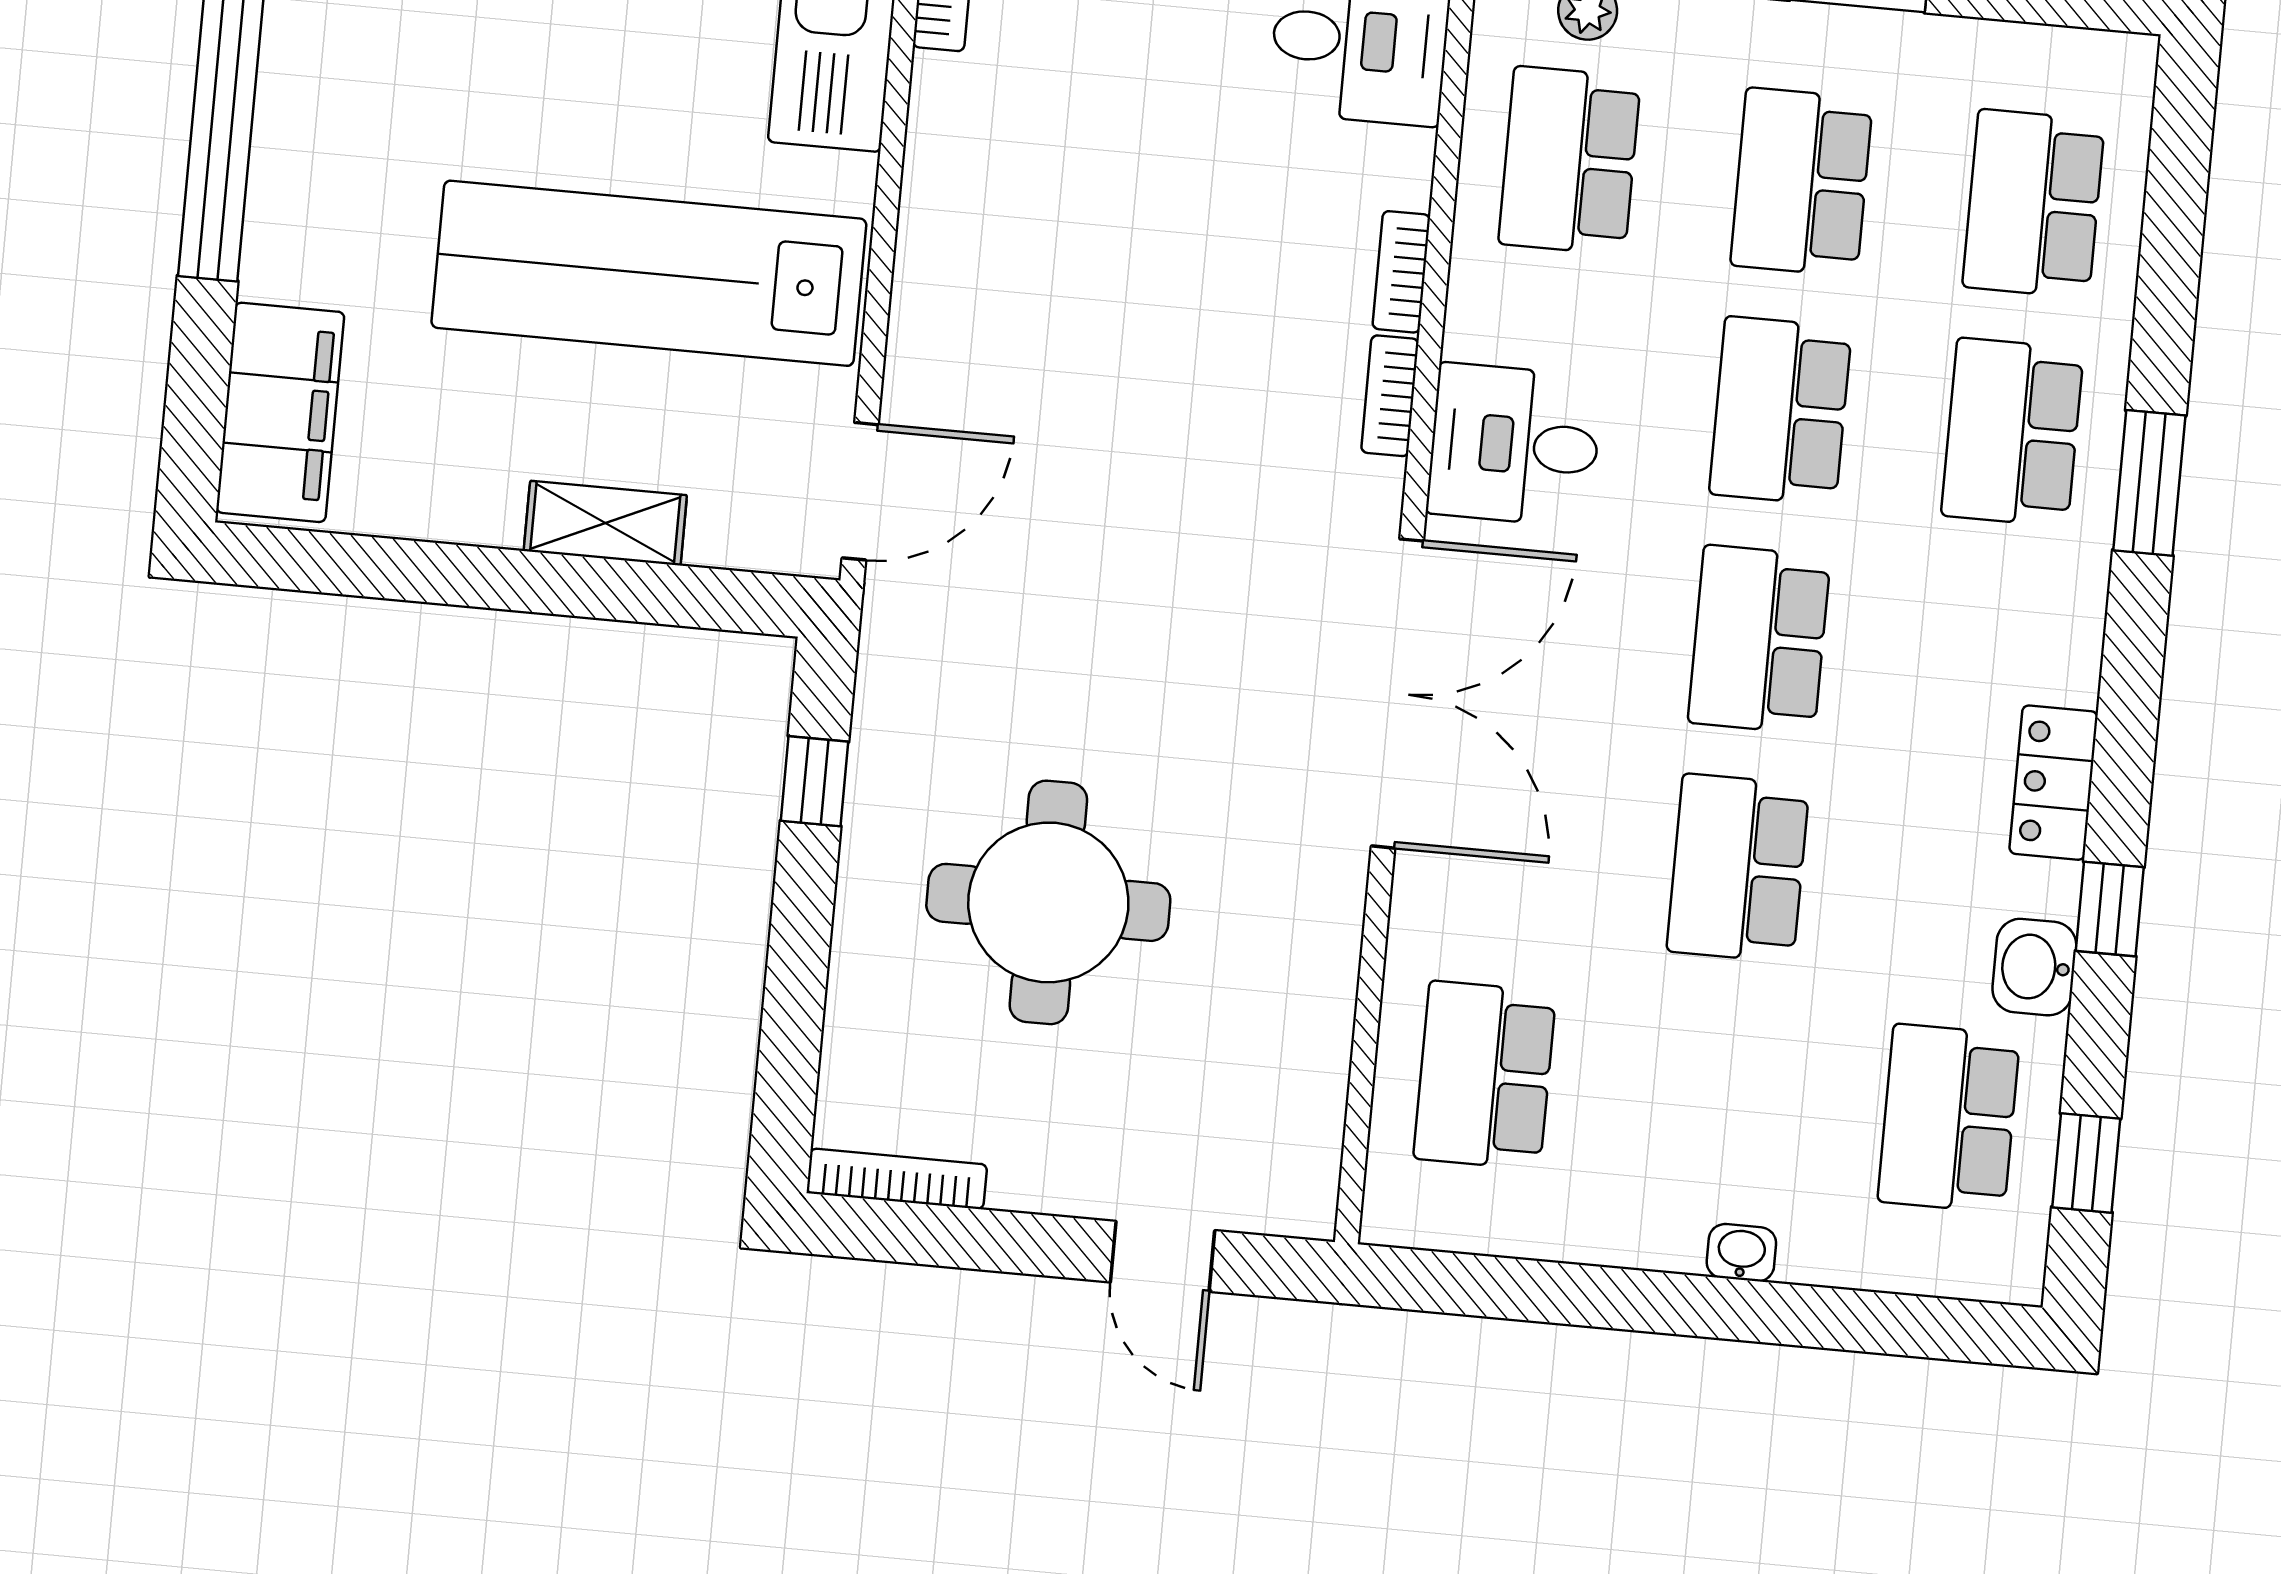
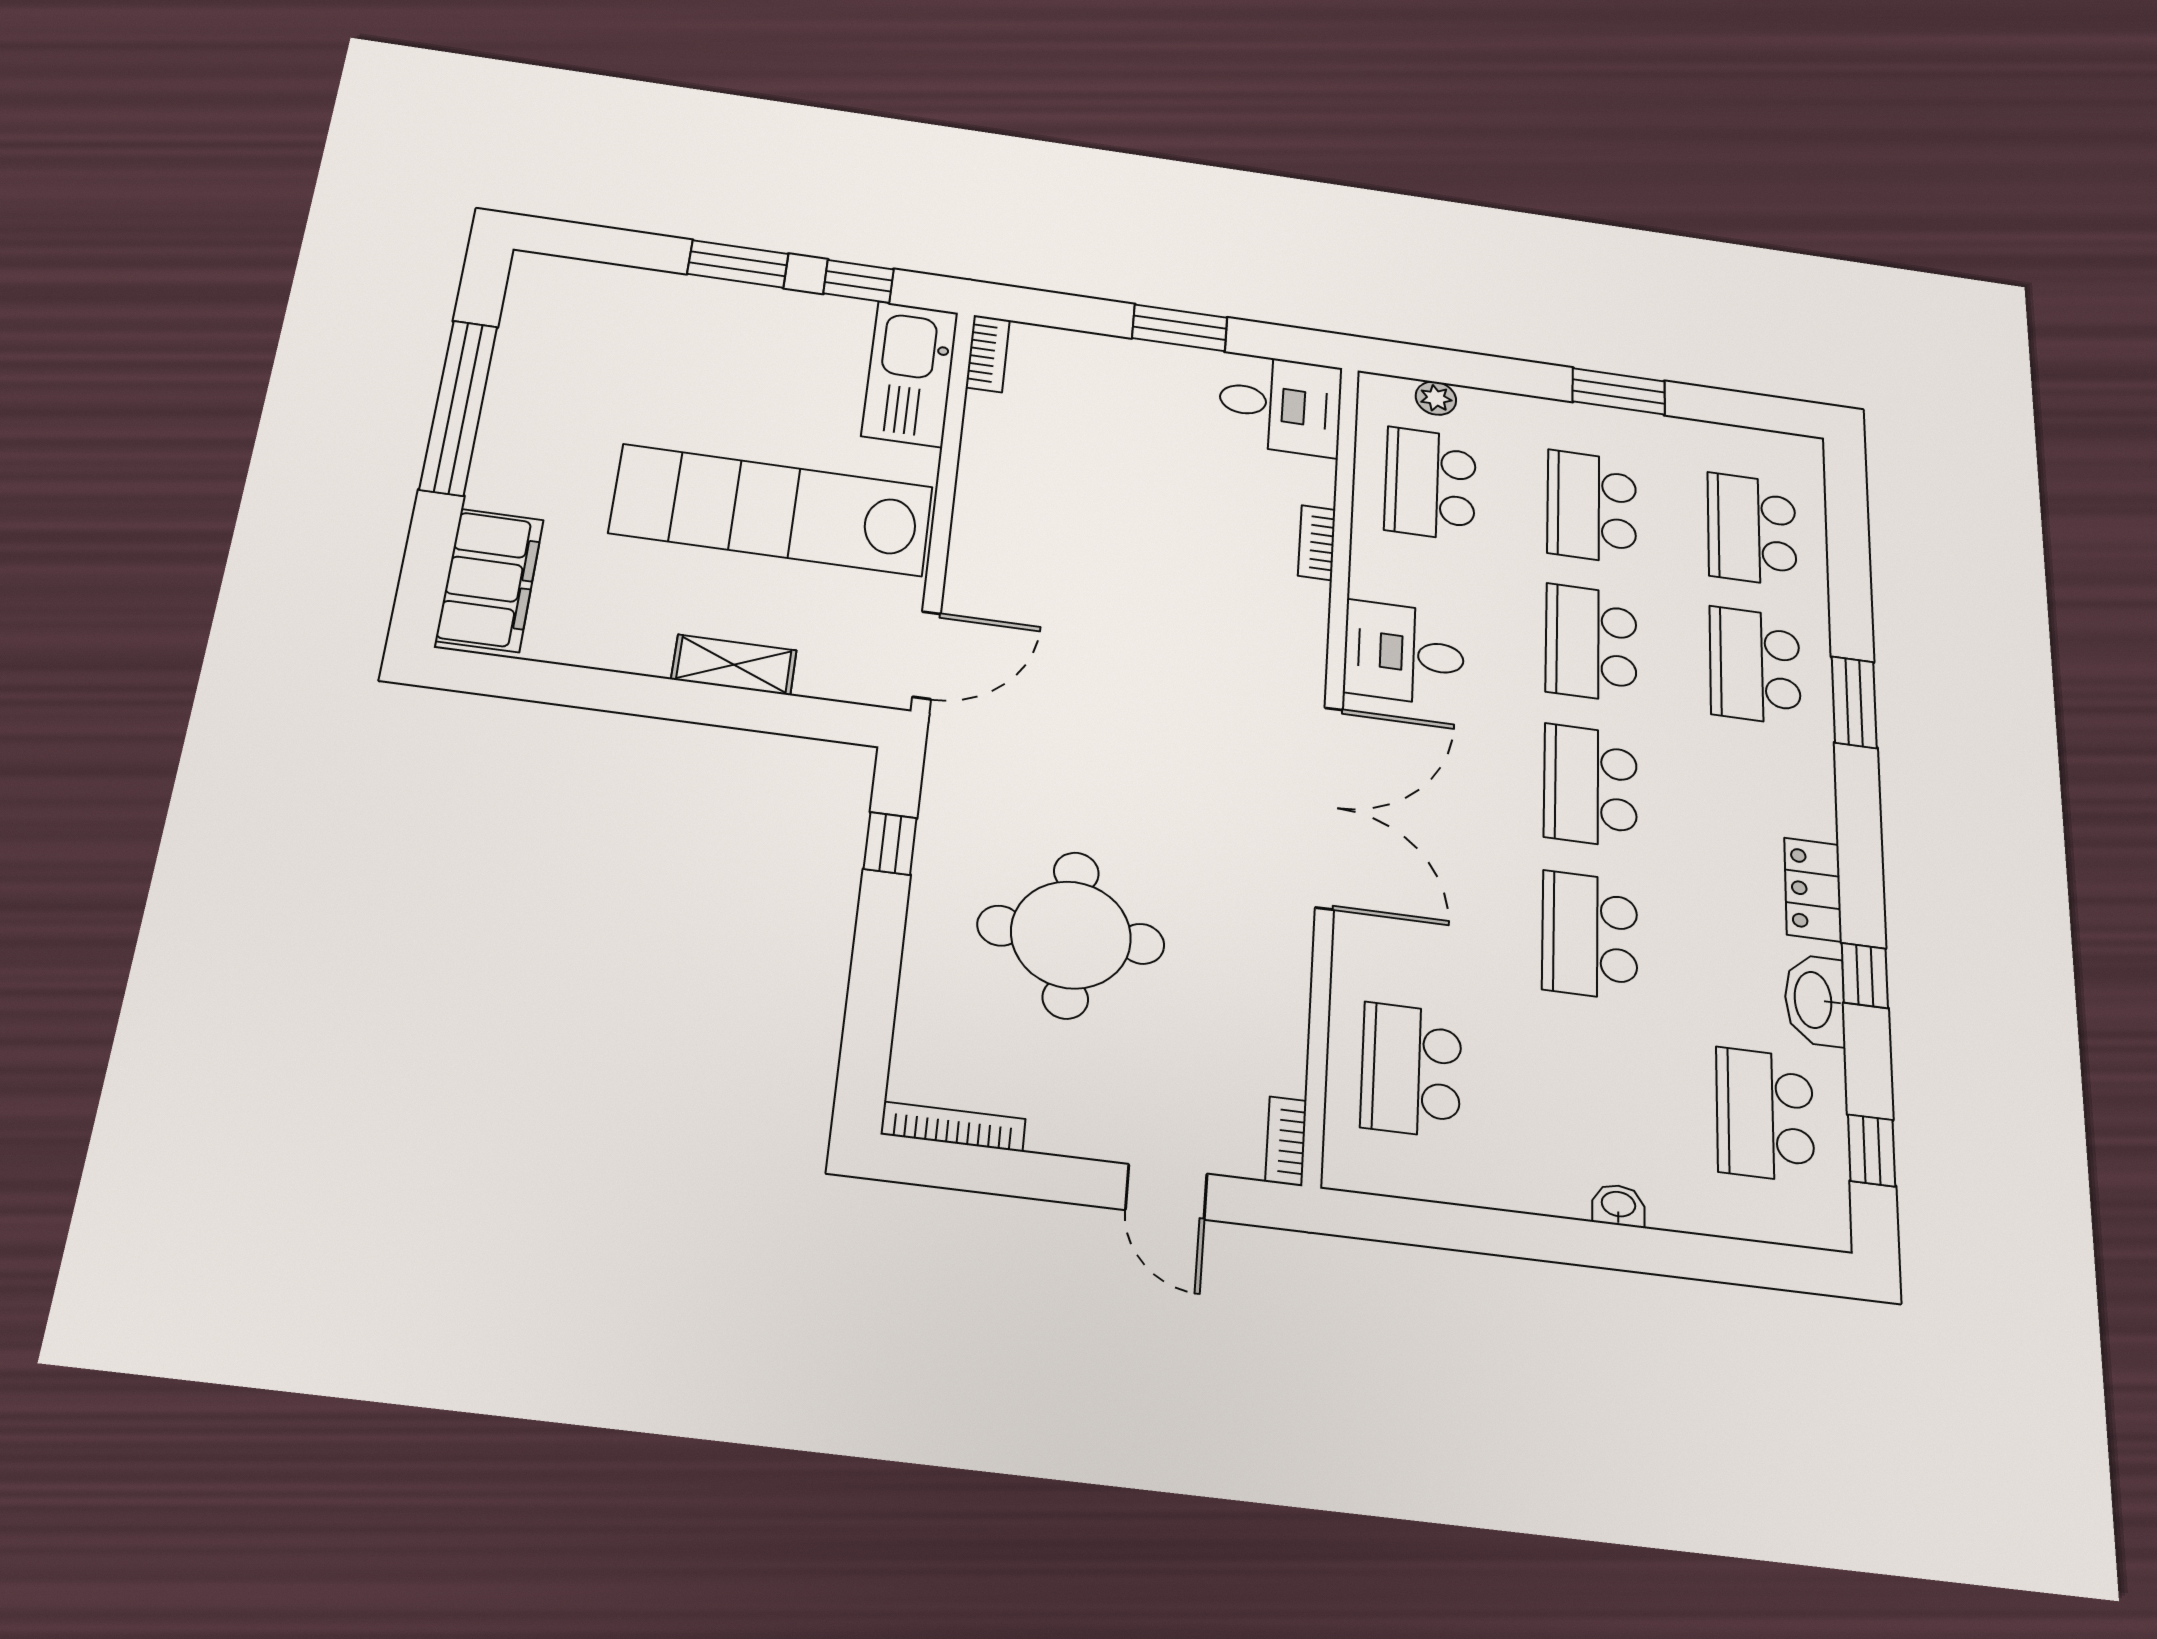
bookcase: (1390, 396) -> (1286, 1141), moved
washbasin: (2034, 967) -> (1815, 1000), width x1.38

